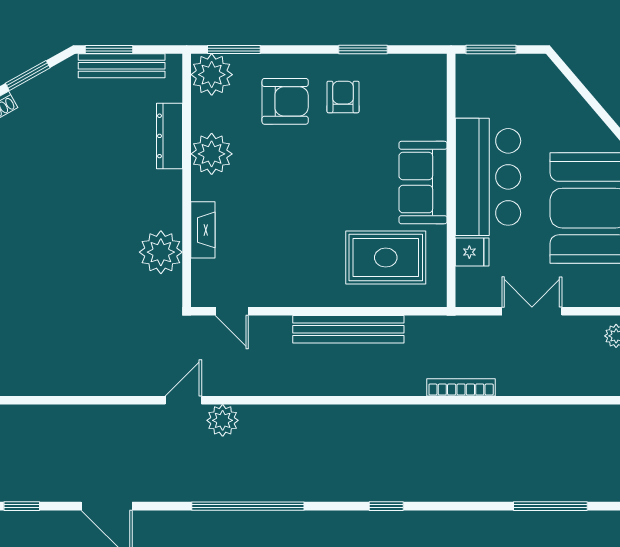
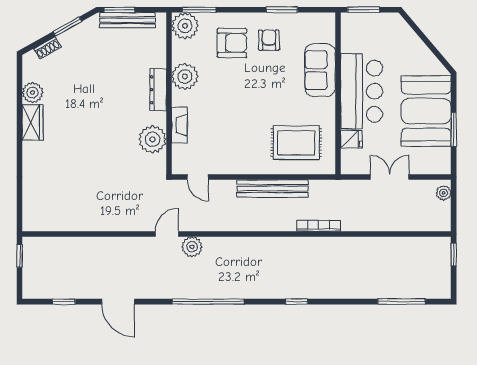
dresser: (170, 136) -> (158, 90), moved
sofa: (423, 183) -> (320, 70), moved
bookcase: (461, 387) -> (319, 226), moved

